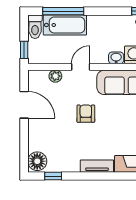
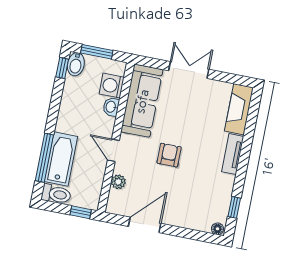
armchair: (86, 114) -> (169, 155), turned 90
floor lamp: (37, 161) -> (218, 229), width x0.53, depth x0.53

